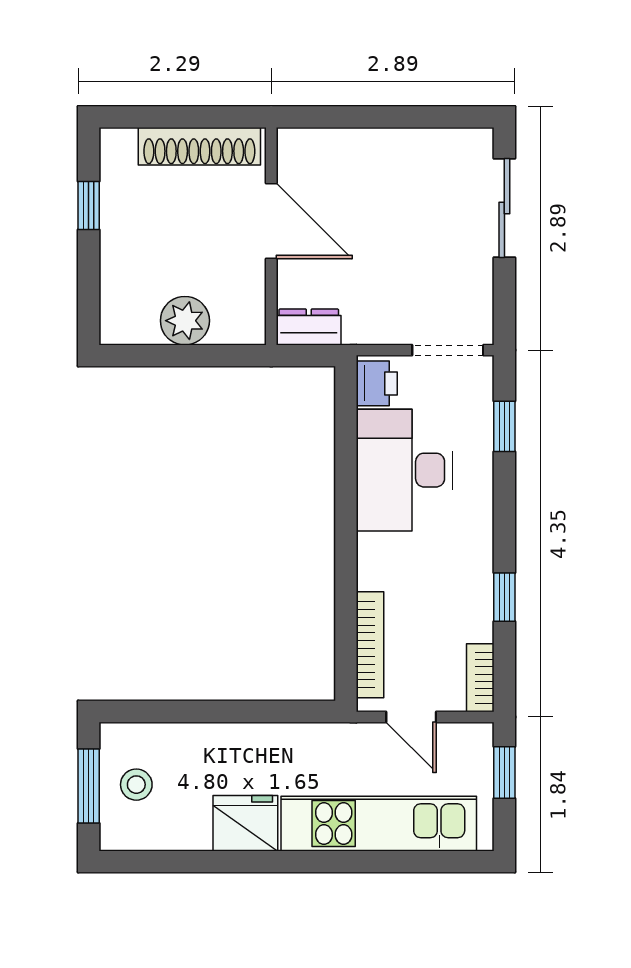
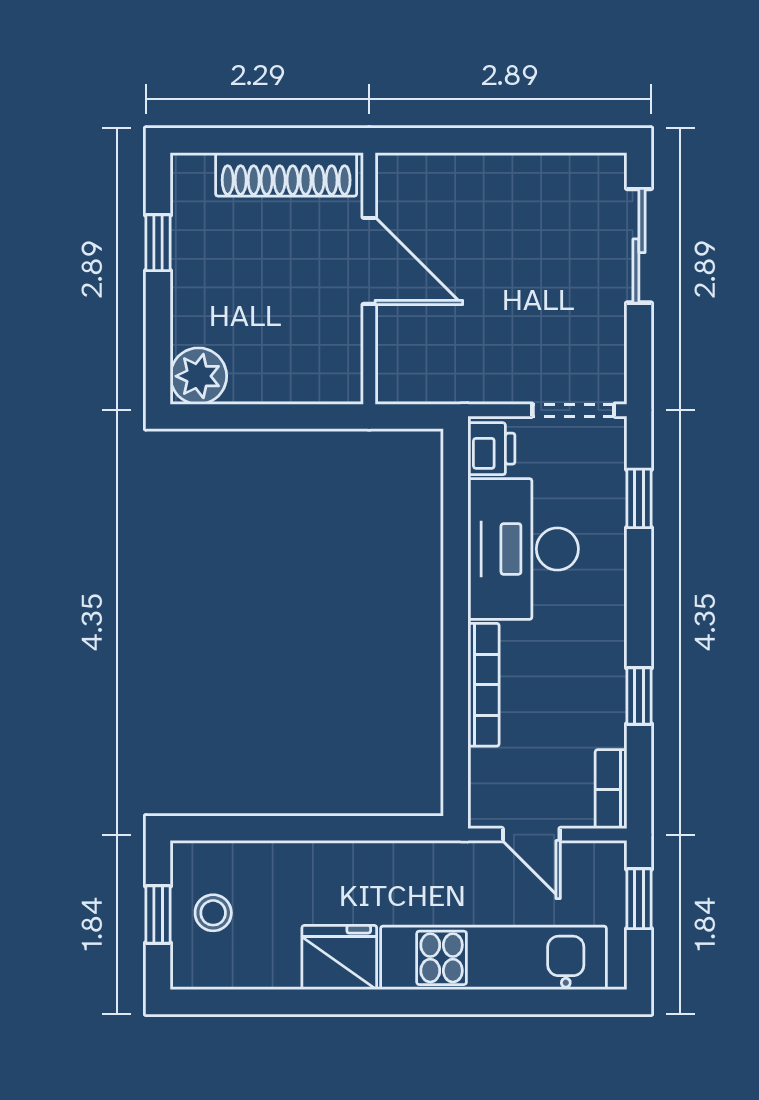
plant: (185, 321) -> (198, 376), moved
dresser: (309, 327) -> (413, 383), removed
bookcase: (370, 645) -> (483, 685), moved
window: (89, 786) -> (158, 914), width x0.67

